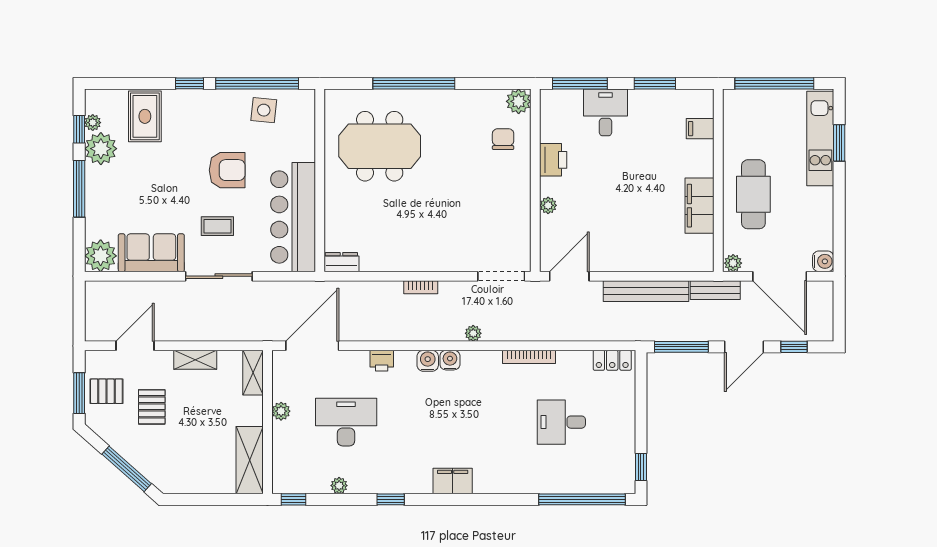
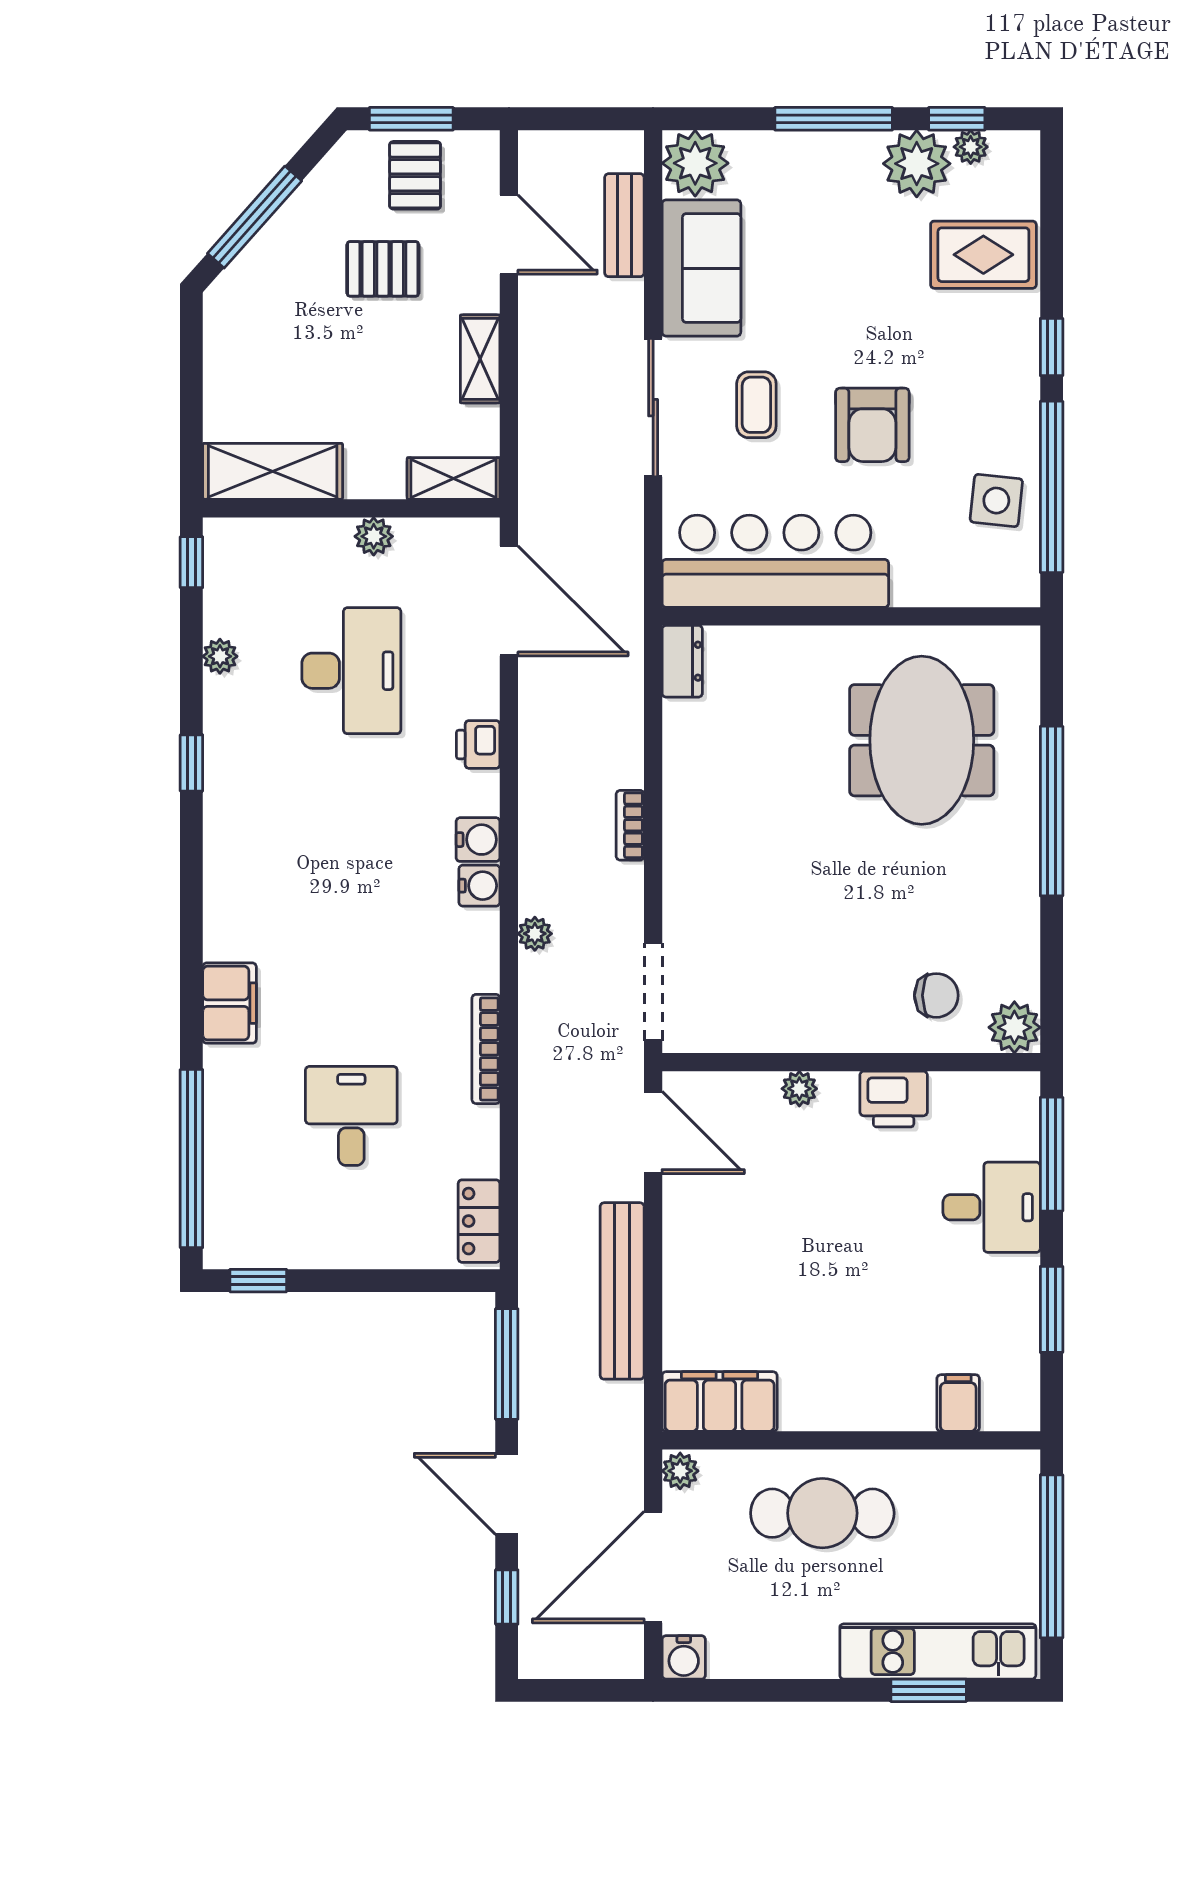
filing cabinet: (699, 206) -> (720, 1402), moved
bench: (715, 290) -> (624, 225), moved
filing cabinet: (453, 481) -> (229, 1003), moved

